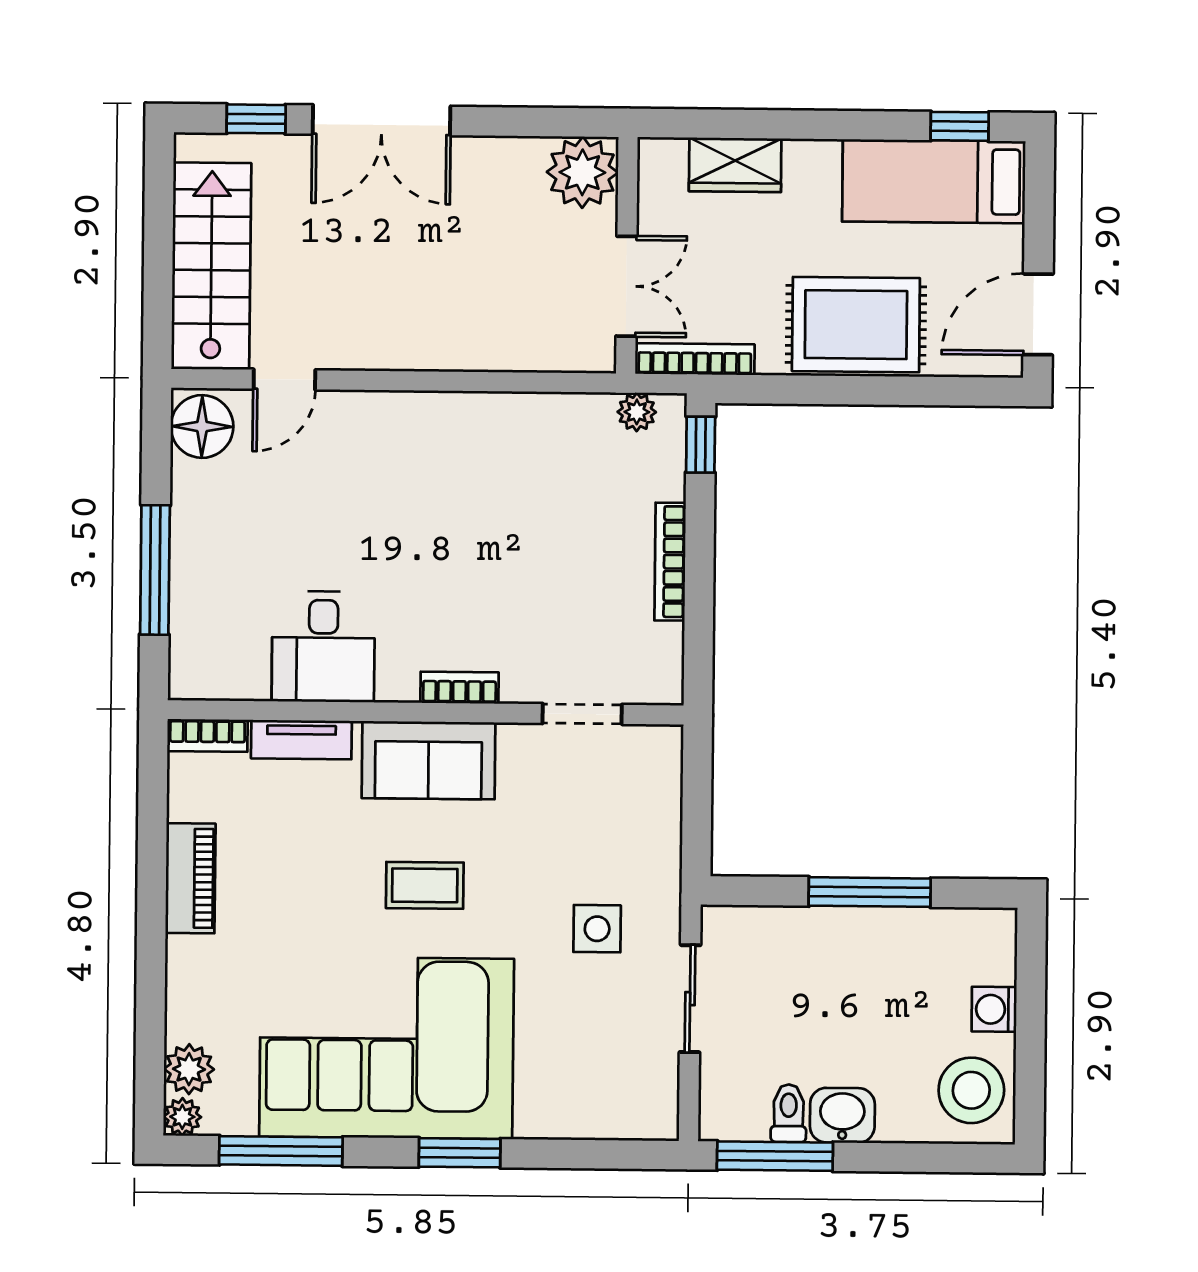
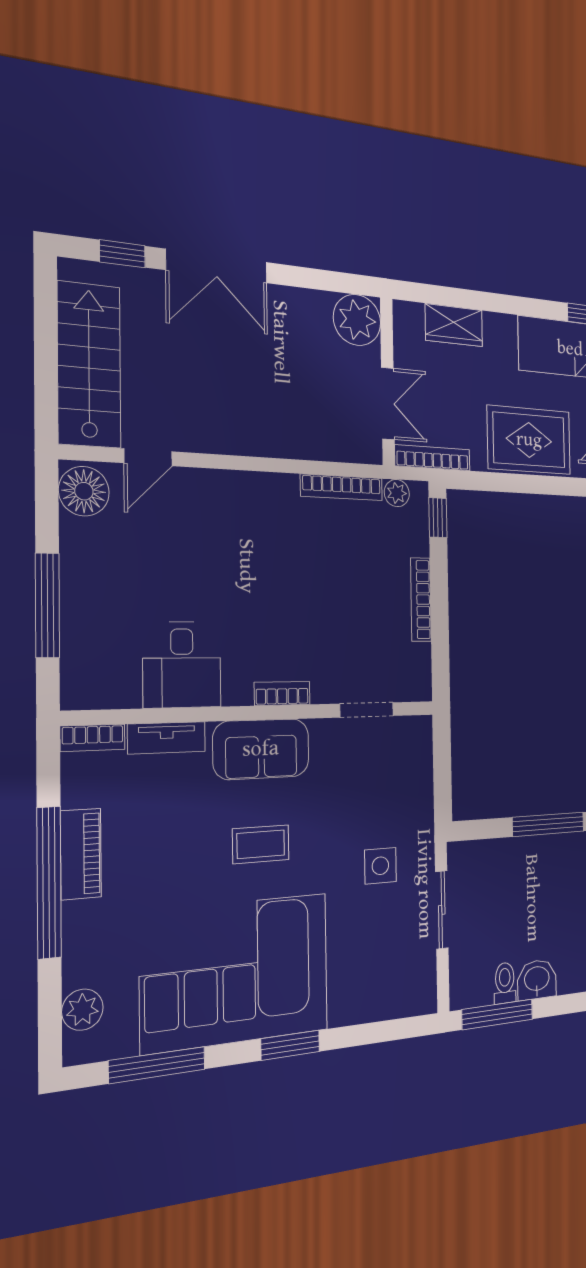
bookcase: (553, 407) -> (342, 487), added
window: (151, 910) -> (49, 882), added
plant: (182, 1117) -> (78, 1050), removed

